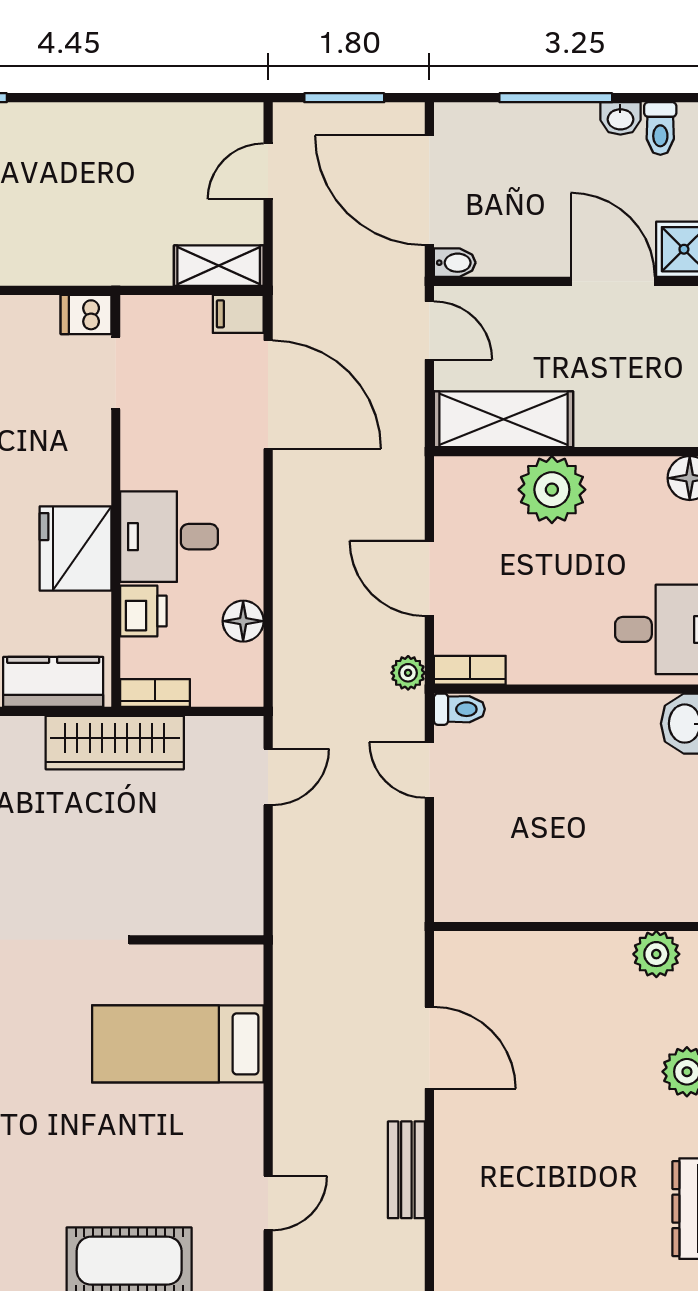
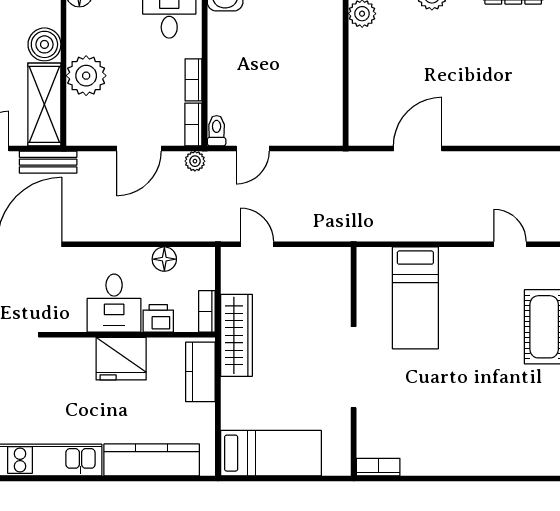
boiler: (604, 419) -> (44, 44), added
bookcase: (545, 670) -> (194, 80), added
bench: (406, 1170) -> (48, 162), moved

